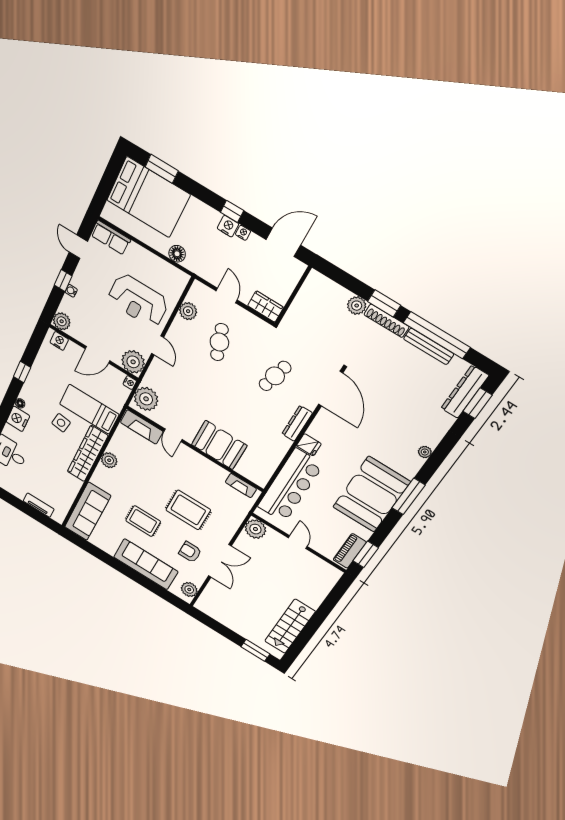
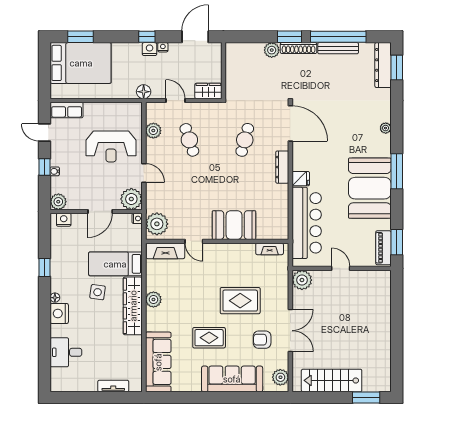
floor lamp: (177, 254) -> (144, 92), moved
stairs: (290, 626) -> (332, 380), moved, turned 90

